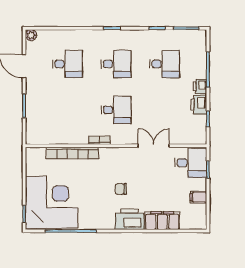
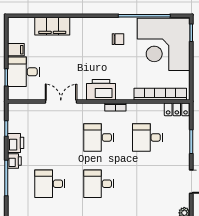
desk: (67, 64) -> (148, 137), moved
locker: (38, 138) -> (177, 109), added
double door: (154, 146) -> (61, 101), swing flipped
bookcase: (72, 153) -> (160, 94), moved
desk: (191, 163) -> (24, 72), moved
chair: (121, 189) -> (118, 39), moved
printer: (130, 219) -> (101, 90), moved, turned 180

